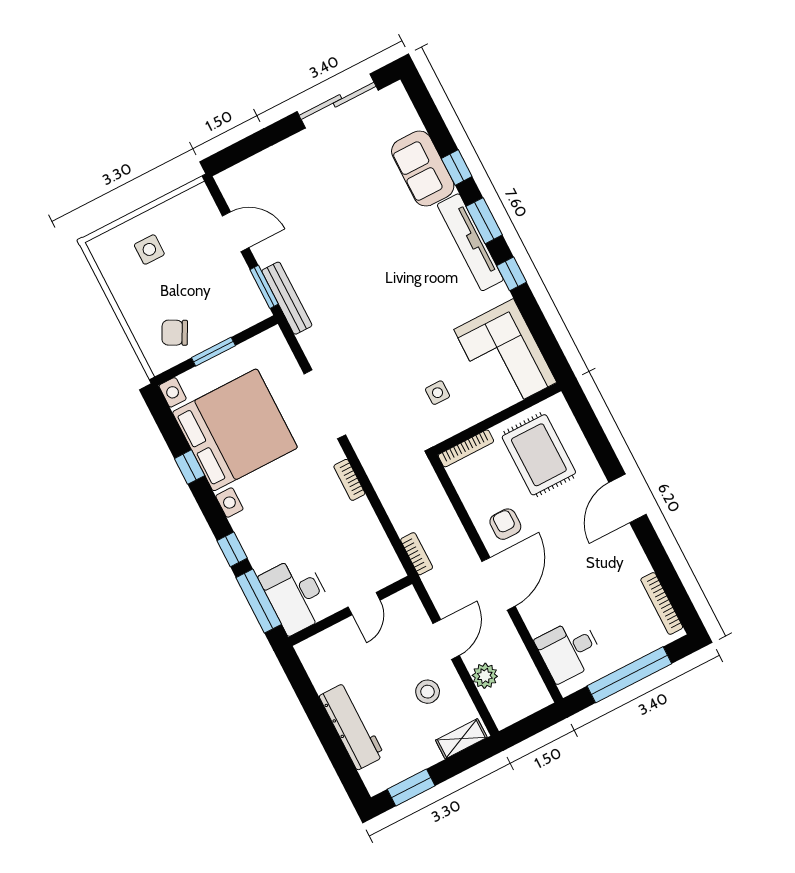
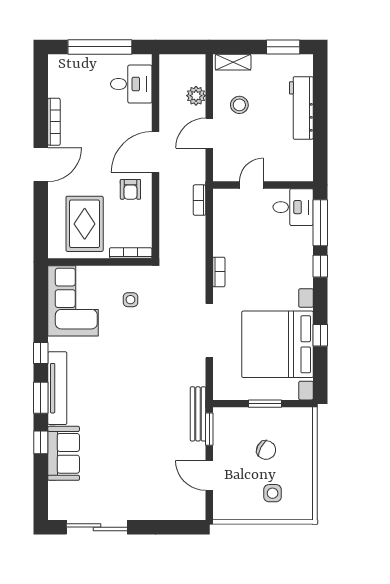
chair: (175, 333) -> (266, 450), moved
desk: (296, 595) -> (293, 207), width x0.73
bookcase: (662, 603) -> (54, 122), moved

